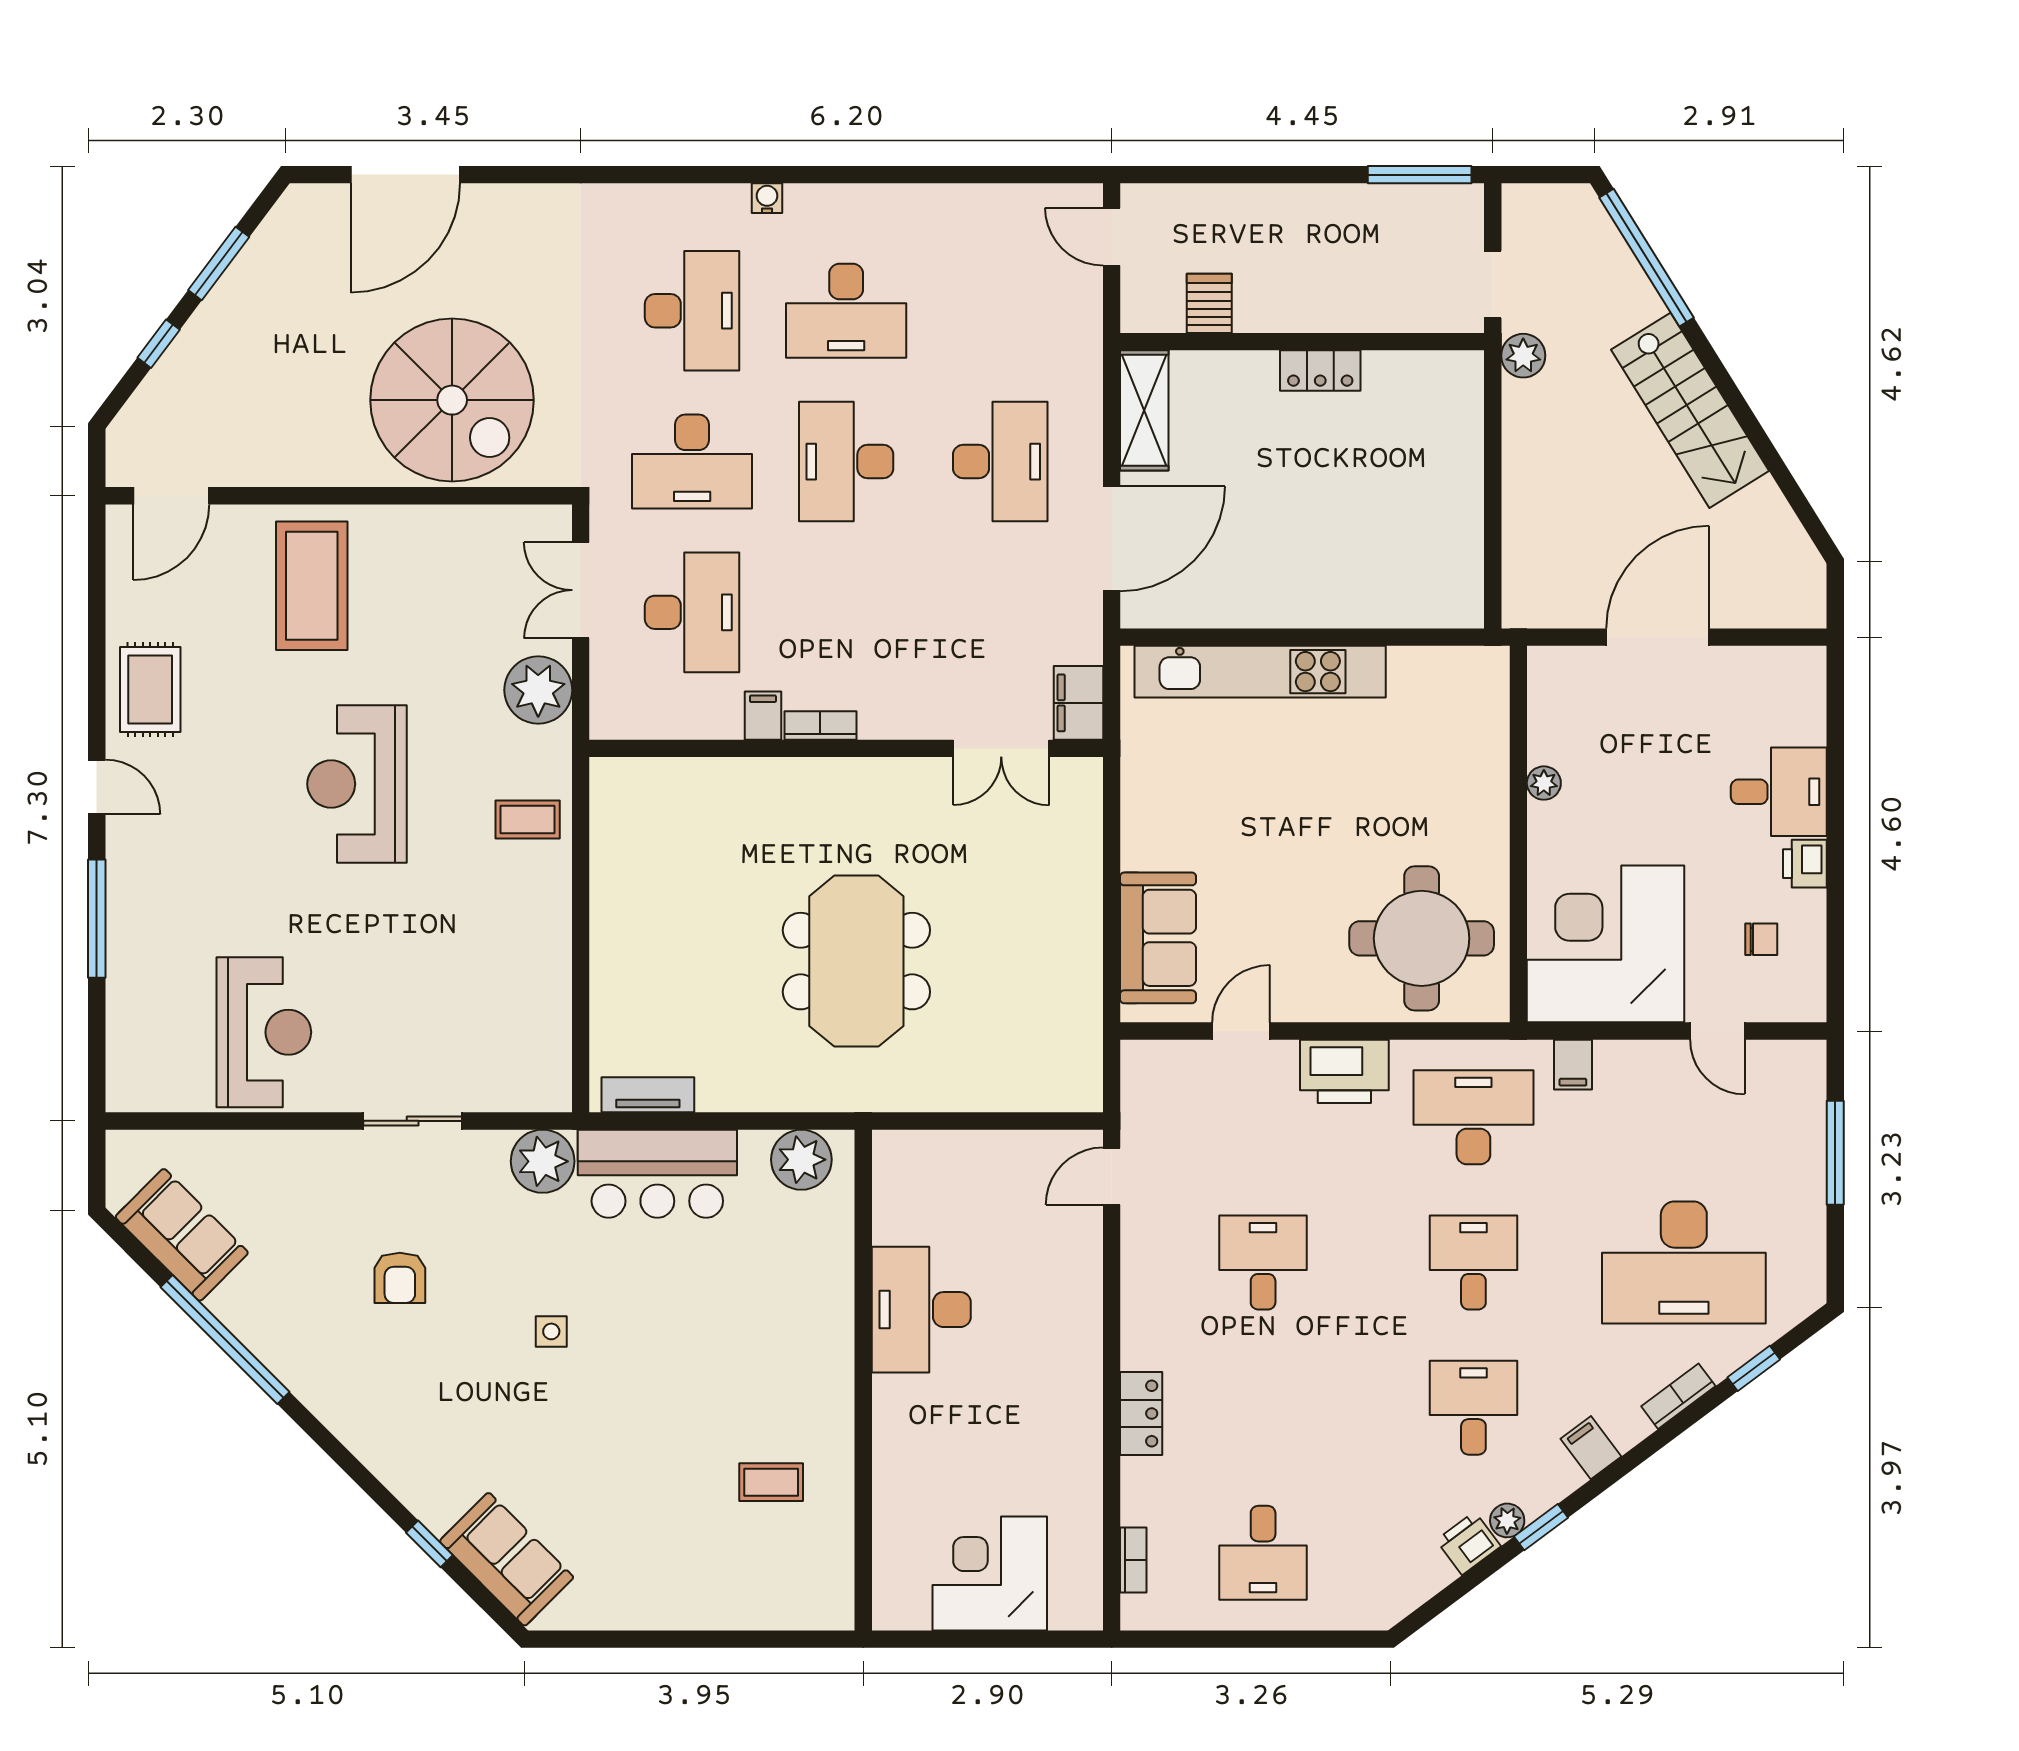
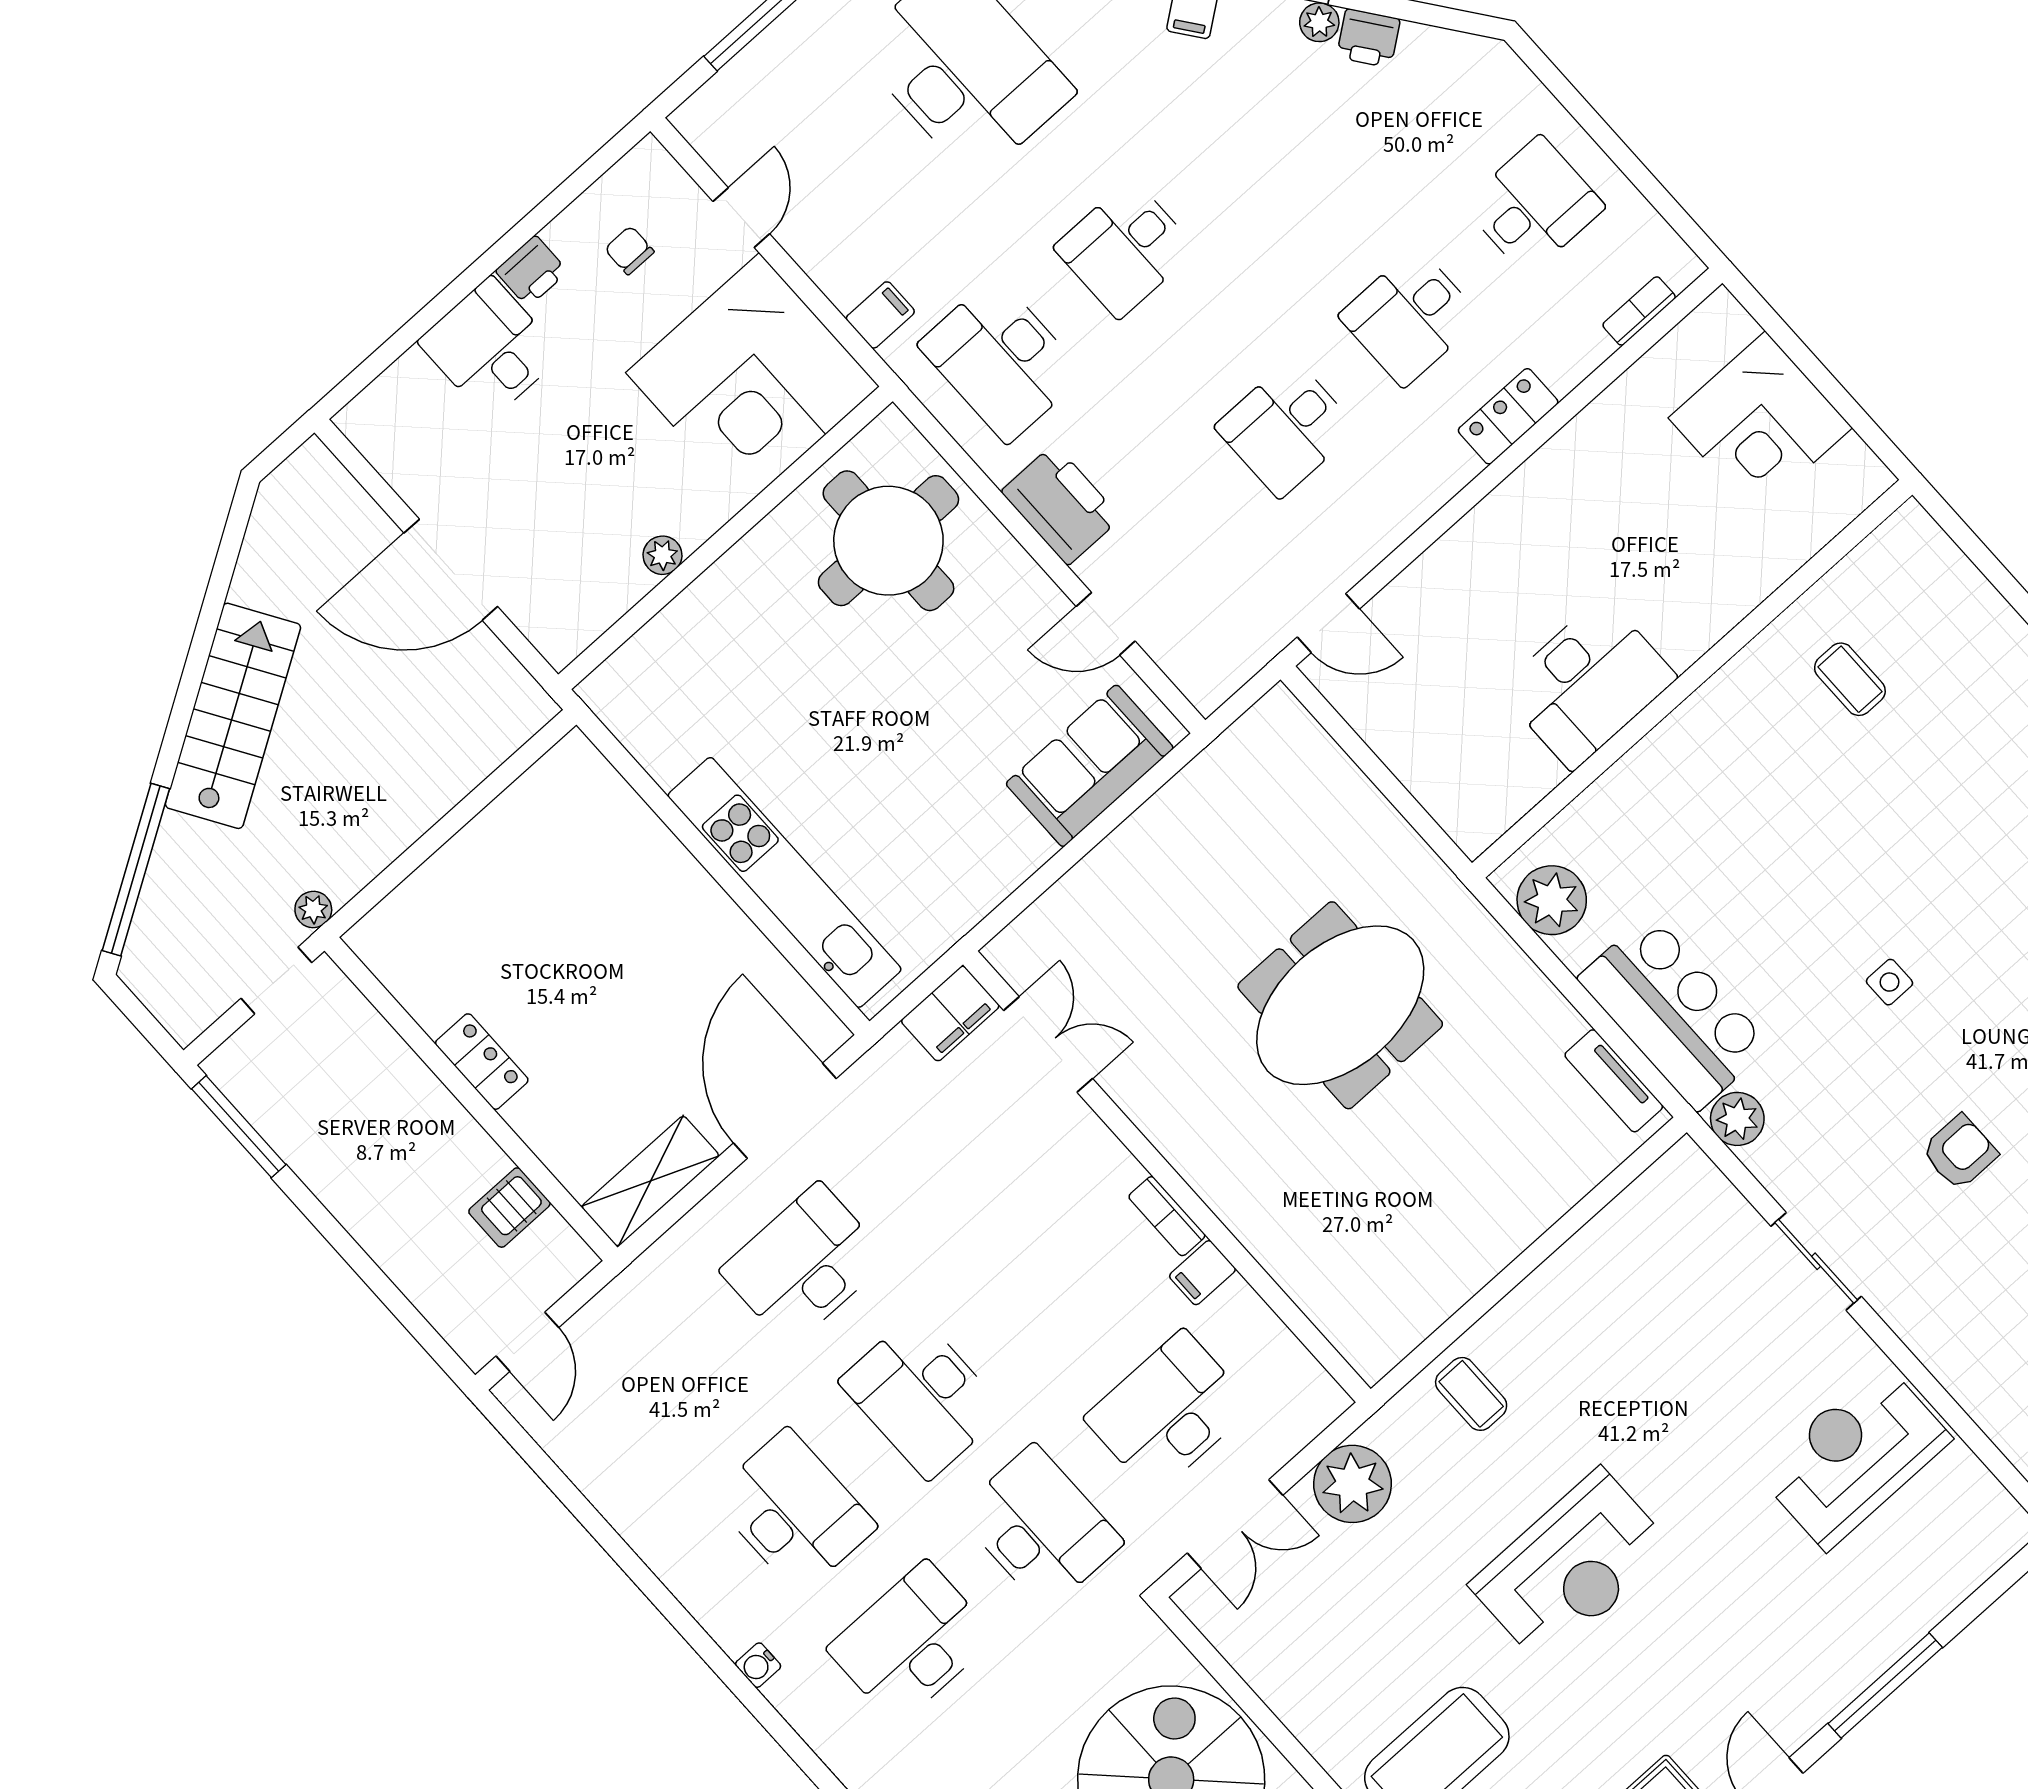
plant: (1523, 356) -> (313, 909), width x0.73, depth x0.73
desk: (846, 462) -> (922, 1396), turned 90
door: (1112, 539) -> (785, 1111), hinge flipped
plant: (543, 1161) -> (1737, 1119), width x0.73, depth x0.73
desk: (1473, 1408) -> (1410, 317), moved

